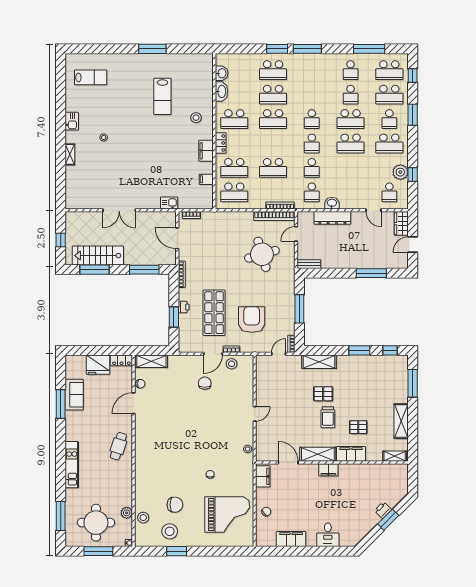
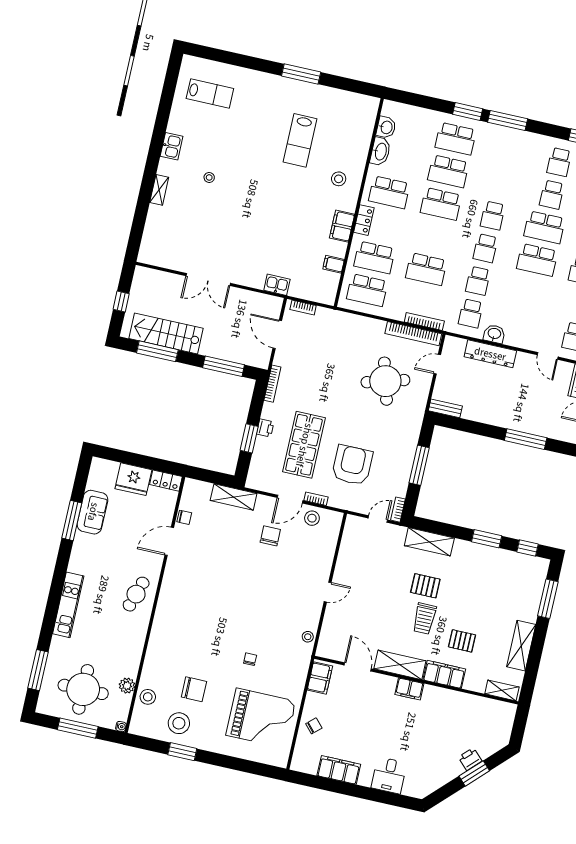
shelving: (151, 361) -> (234, 497), moved

